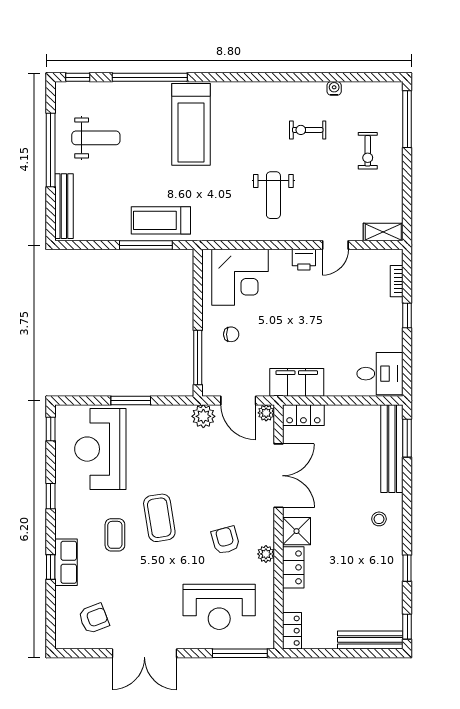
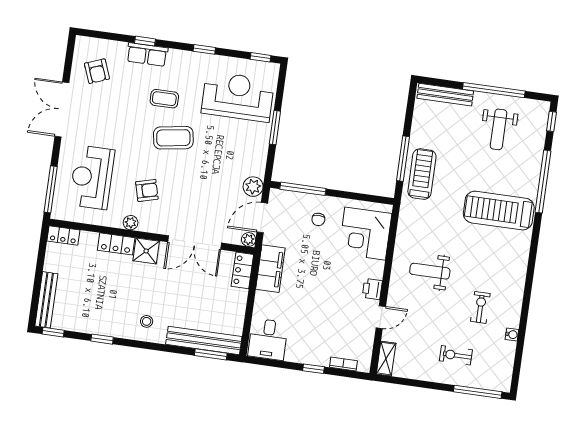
door: (335, 245) -> (381, 317), swing flipped

